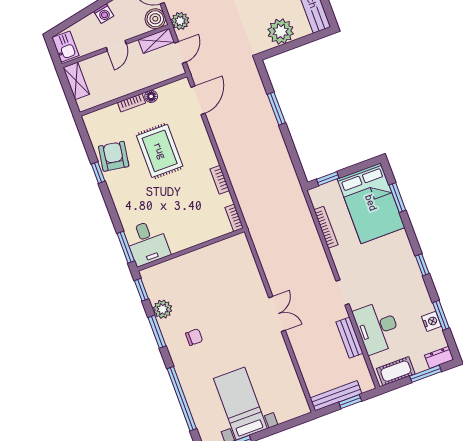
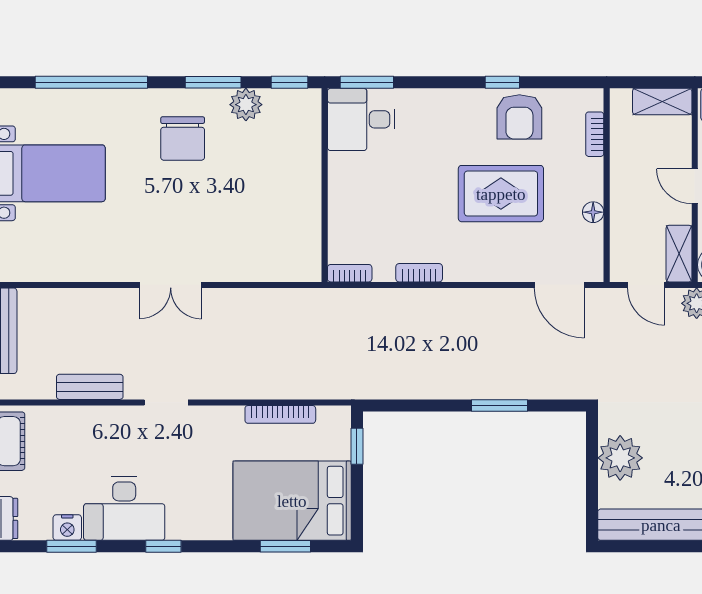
bookcase: (131, 103) -> (595, 134), moved
armchair: (114, 156) -> (519, 117), turned 81
desk: (377, 327) -> (124, 509), moved, turned 180
chair: (194, 337) -> (183, 138), width x1.87, depth x1.87

